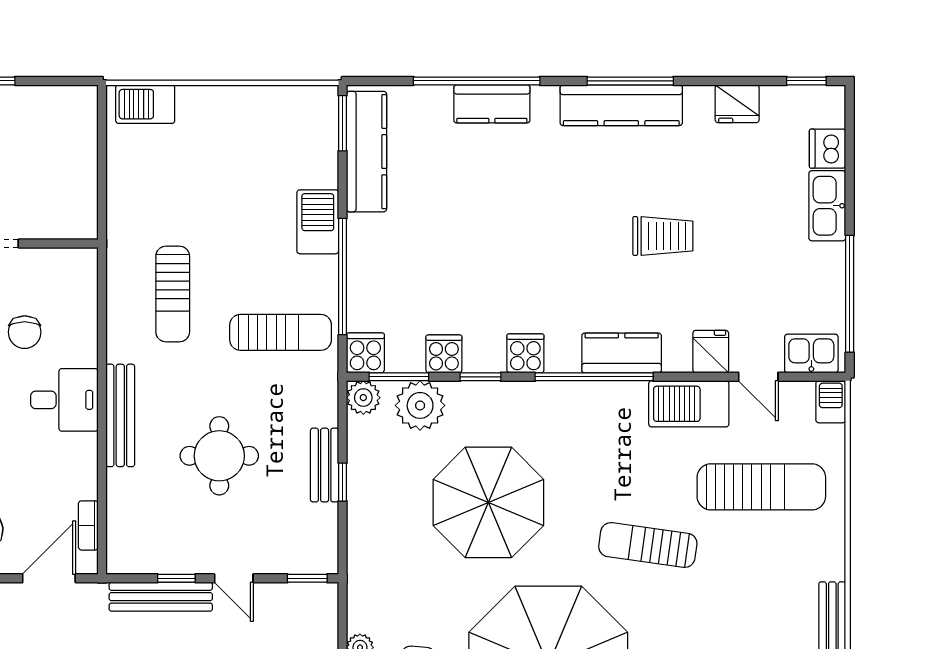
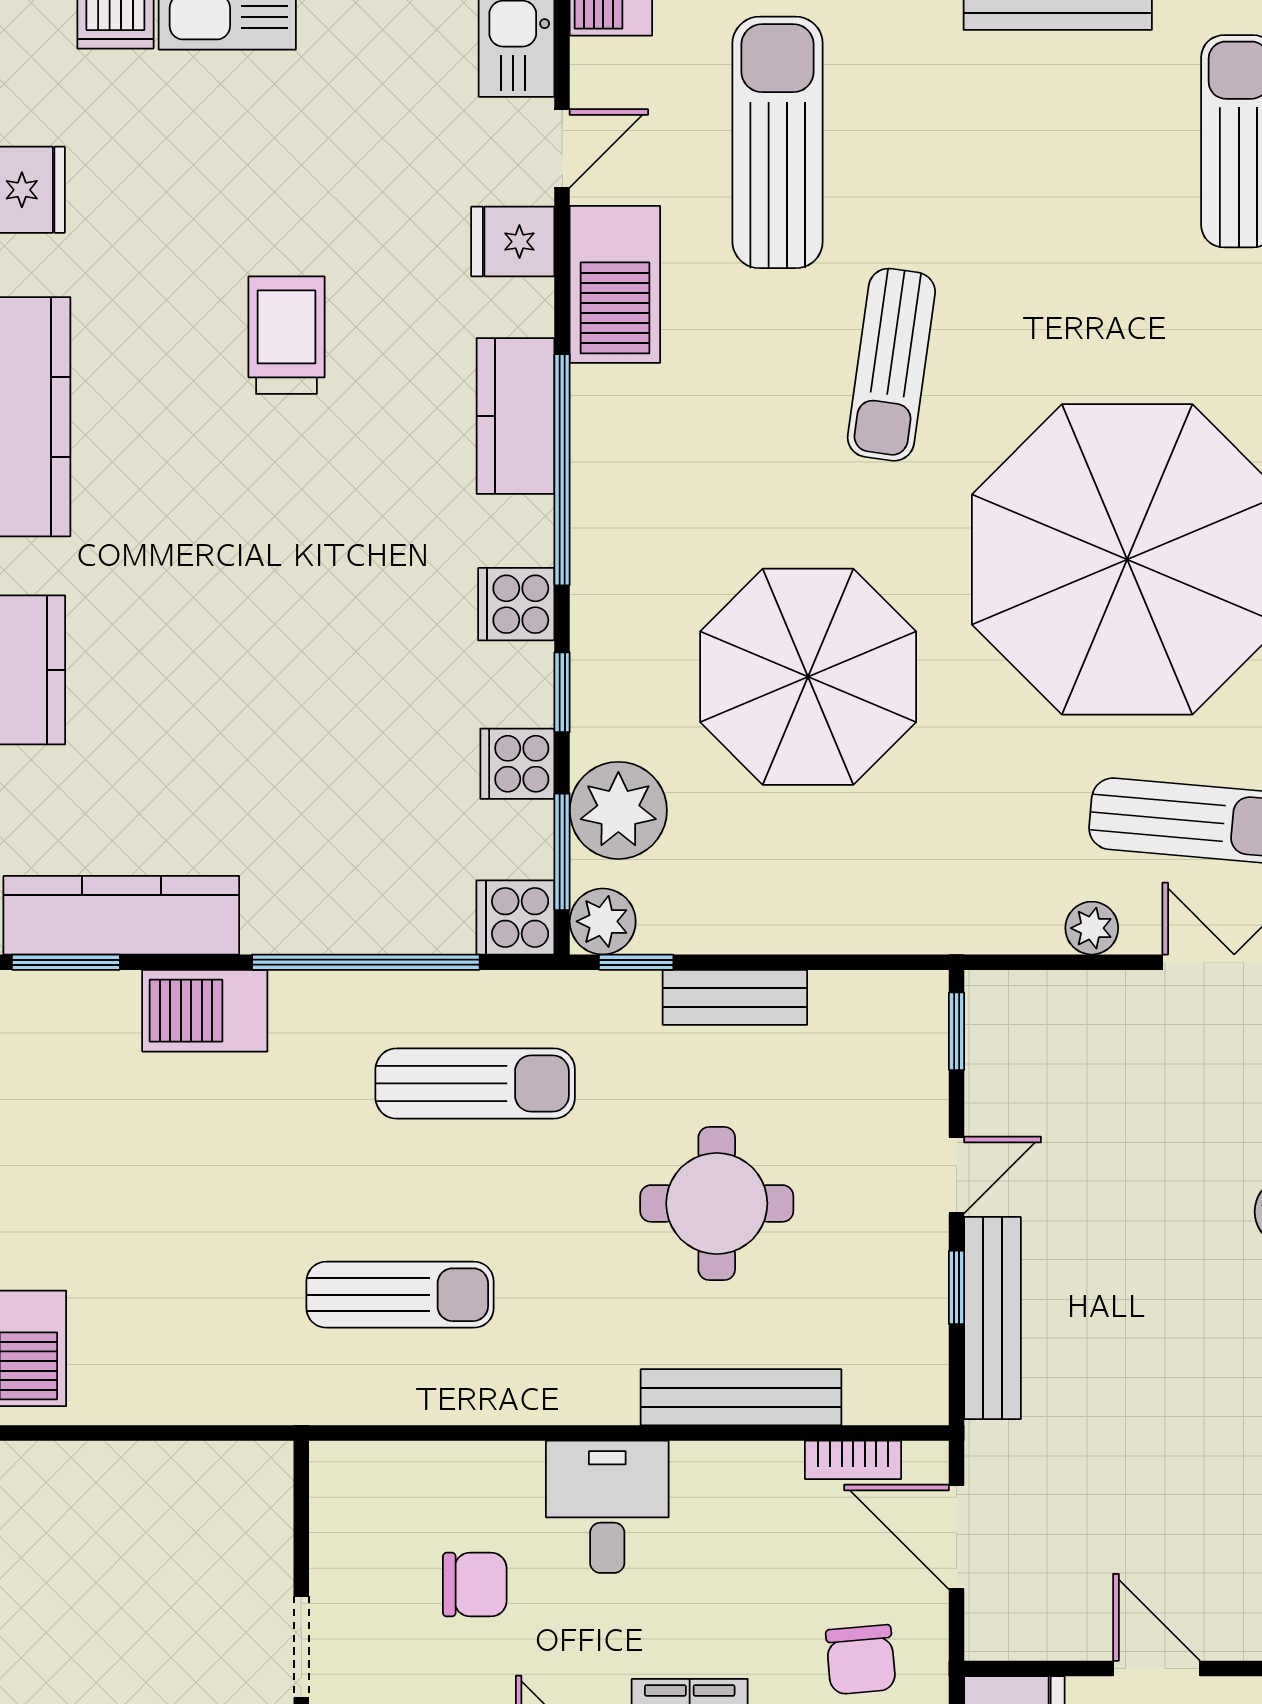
barbecue: (318, 222) -> (205, 1011), moved
sun lounger: (281, 332) -> (475, 1083), turned 90
bench: (120, 415) -> (741, 1397), moved
window: (343, 482) -> (636, 962), moved

